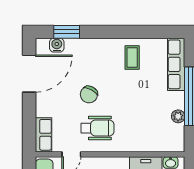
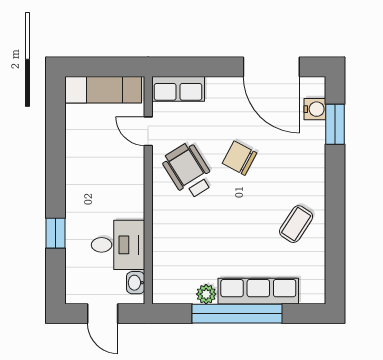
coffee table: (132, 57) -> (296, 224), turned -57
row of seats: (176, 64) -> (258, 291), moved
wheelchair: (97, 128) -> (188, 171), turned 148

